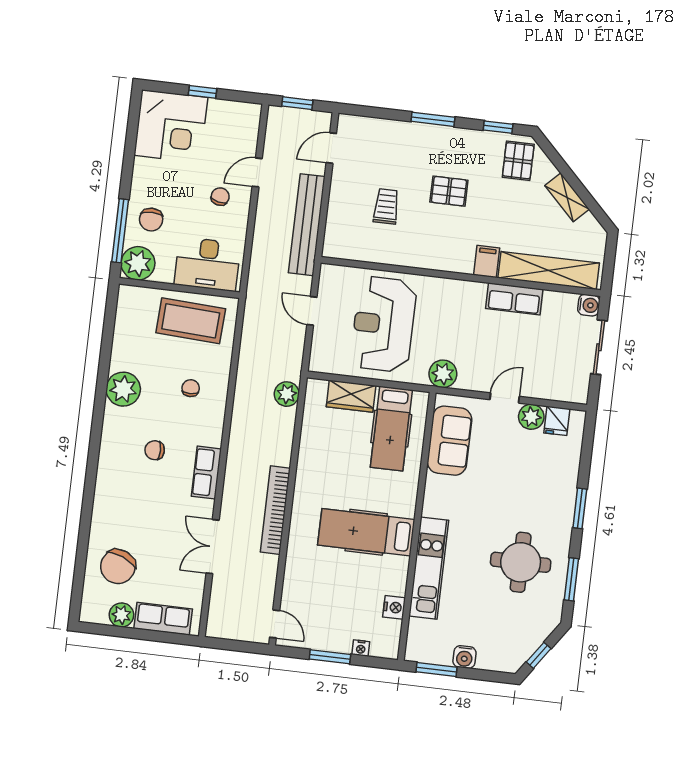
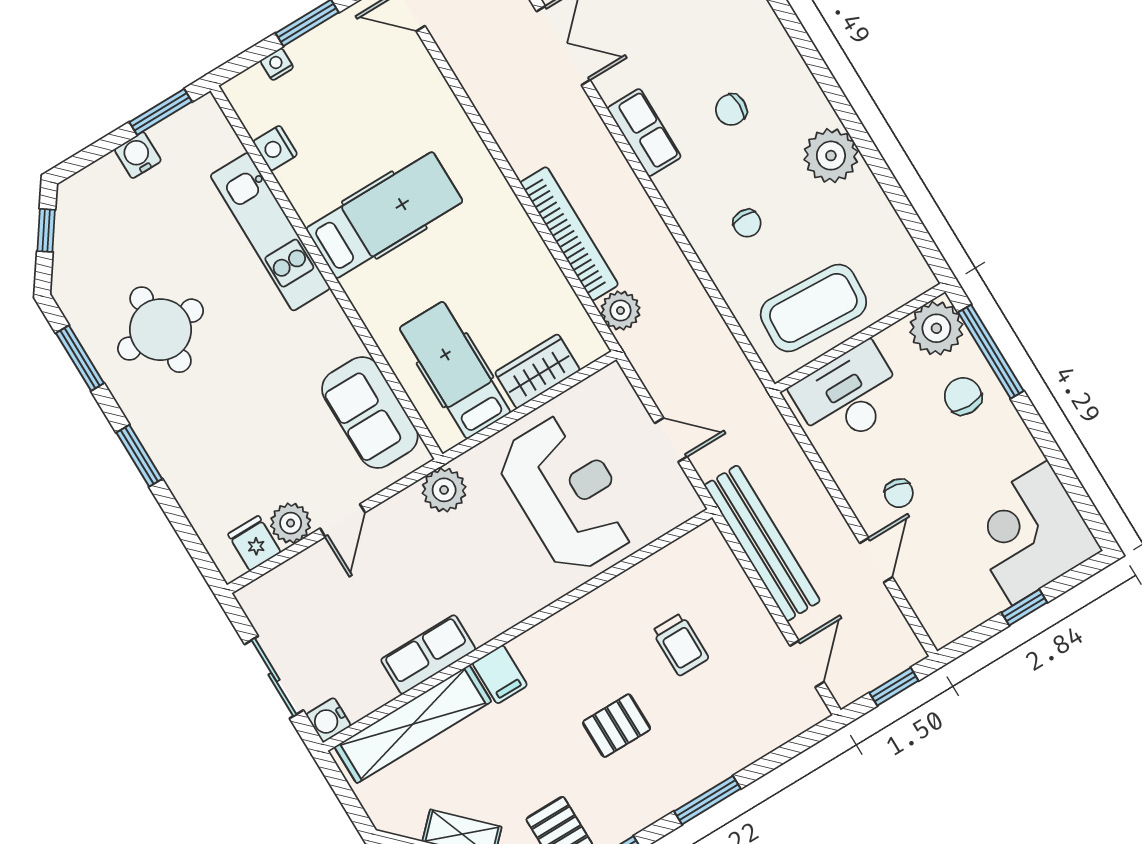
chair: (155, 450) -> (731, 110), turned 180
bookcase: (275, 510) -> (569, 234), moved

